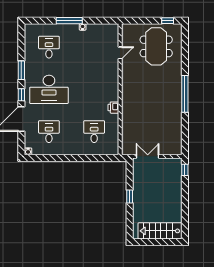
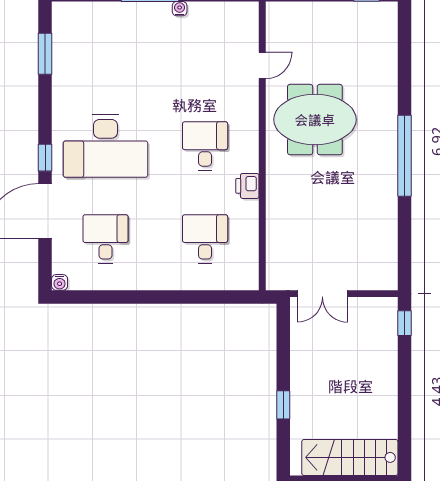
meeting table: (156, 46) -> (315, 120), moved, turned 90
desk: (49, 47) -> (205, 146), moved
window: (21, 70) -> (45, 54), moved
double door: (148, 156) -> (322, 294), swing flipped
window: (130, 197) -> (283, 405), moved

